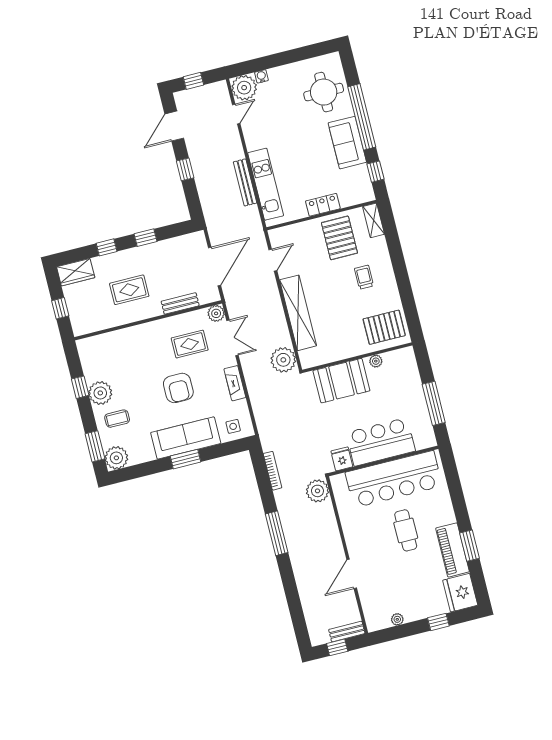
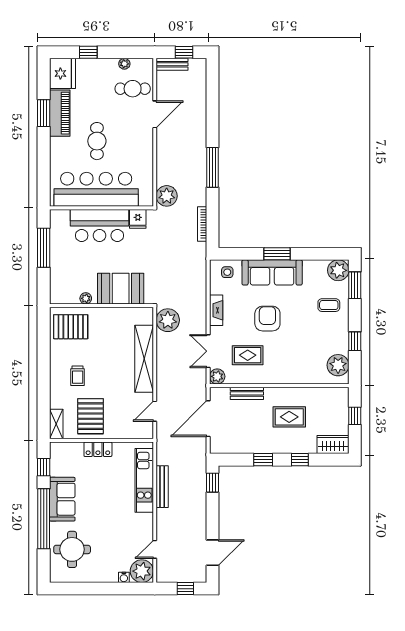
window: (185, 169) -> (213, 483), moved
plant: (100, 393) -> (338, 365), moved
cafe table: (382, 595) -> (133, 89), added

